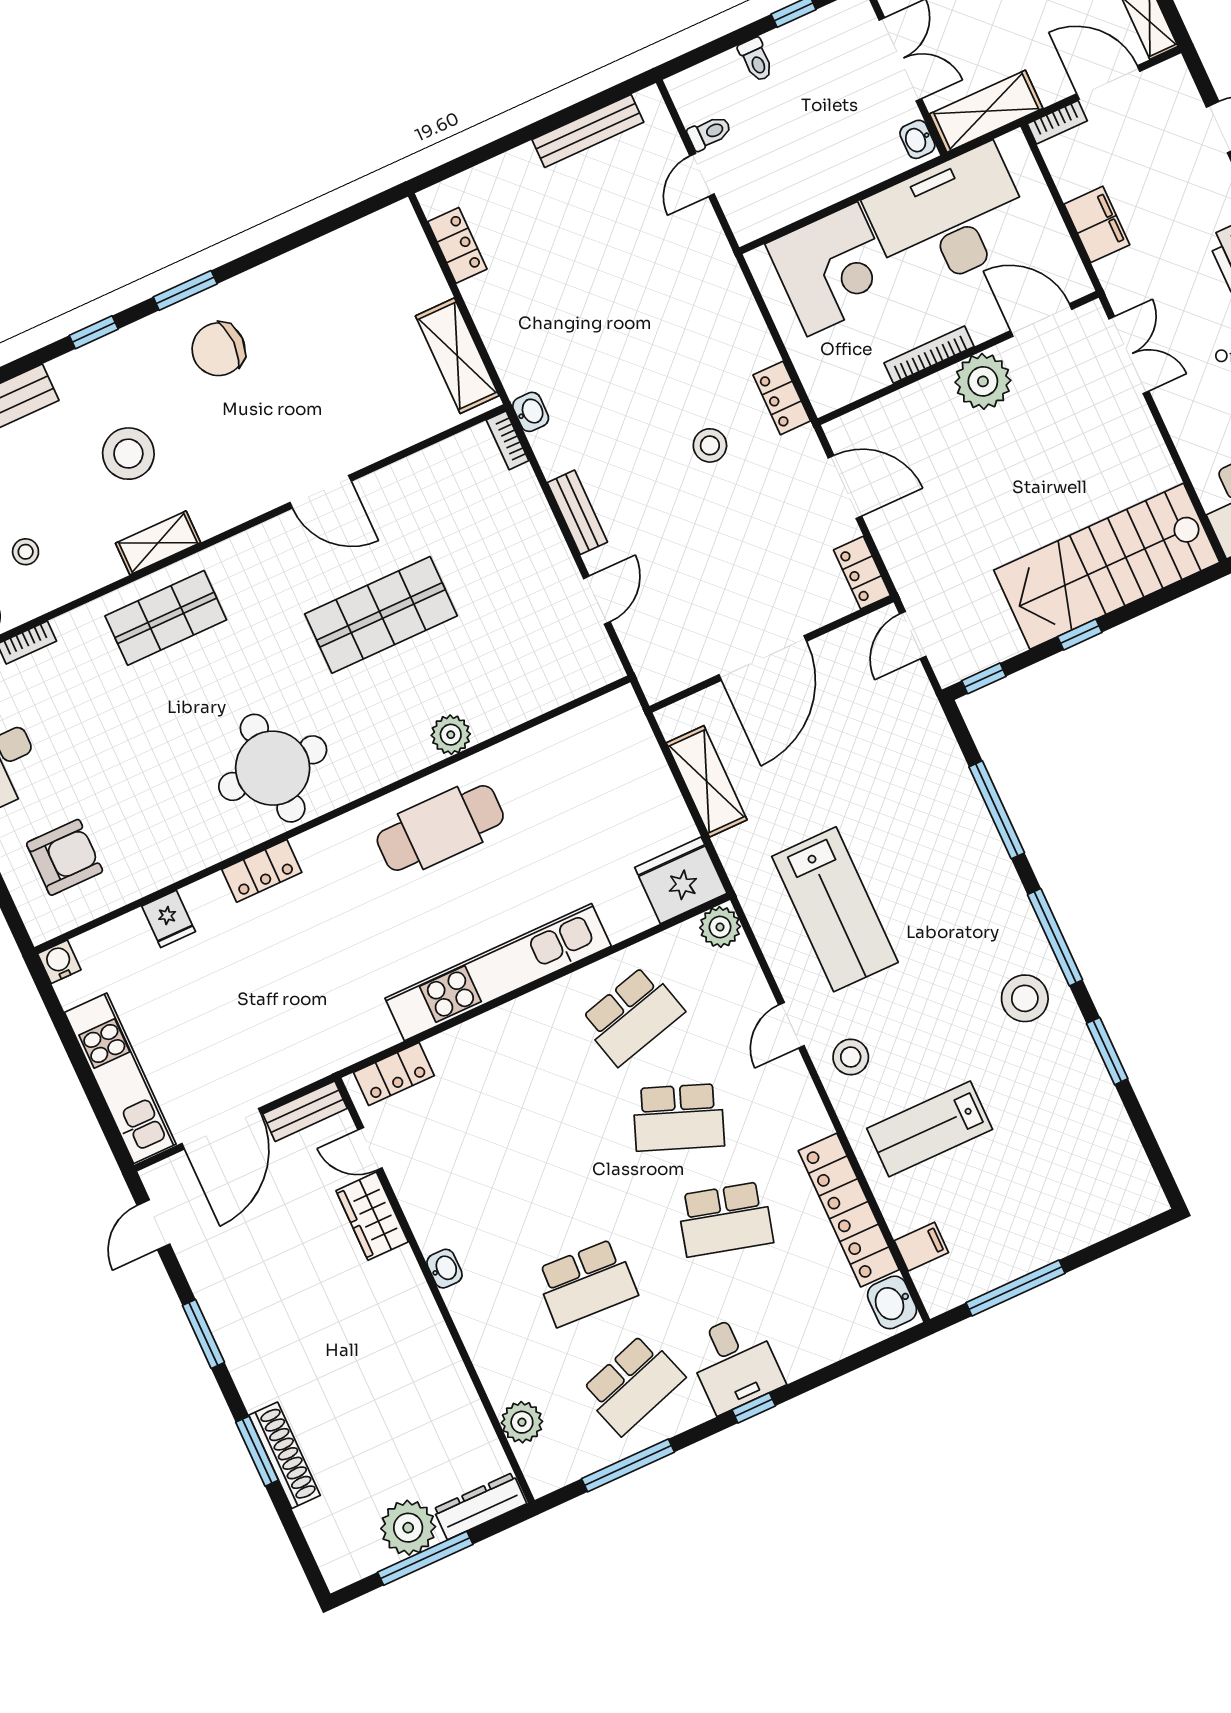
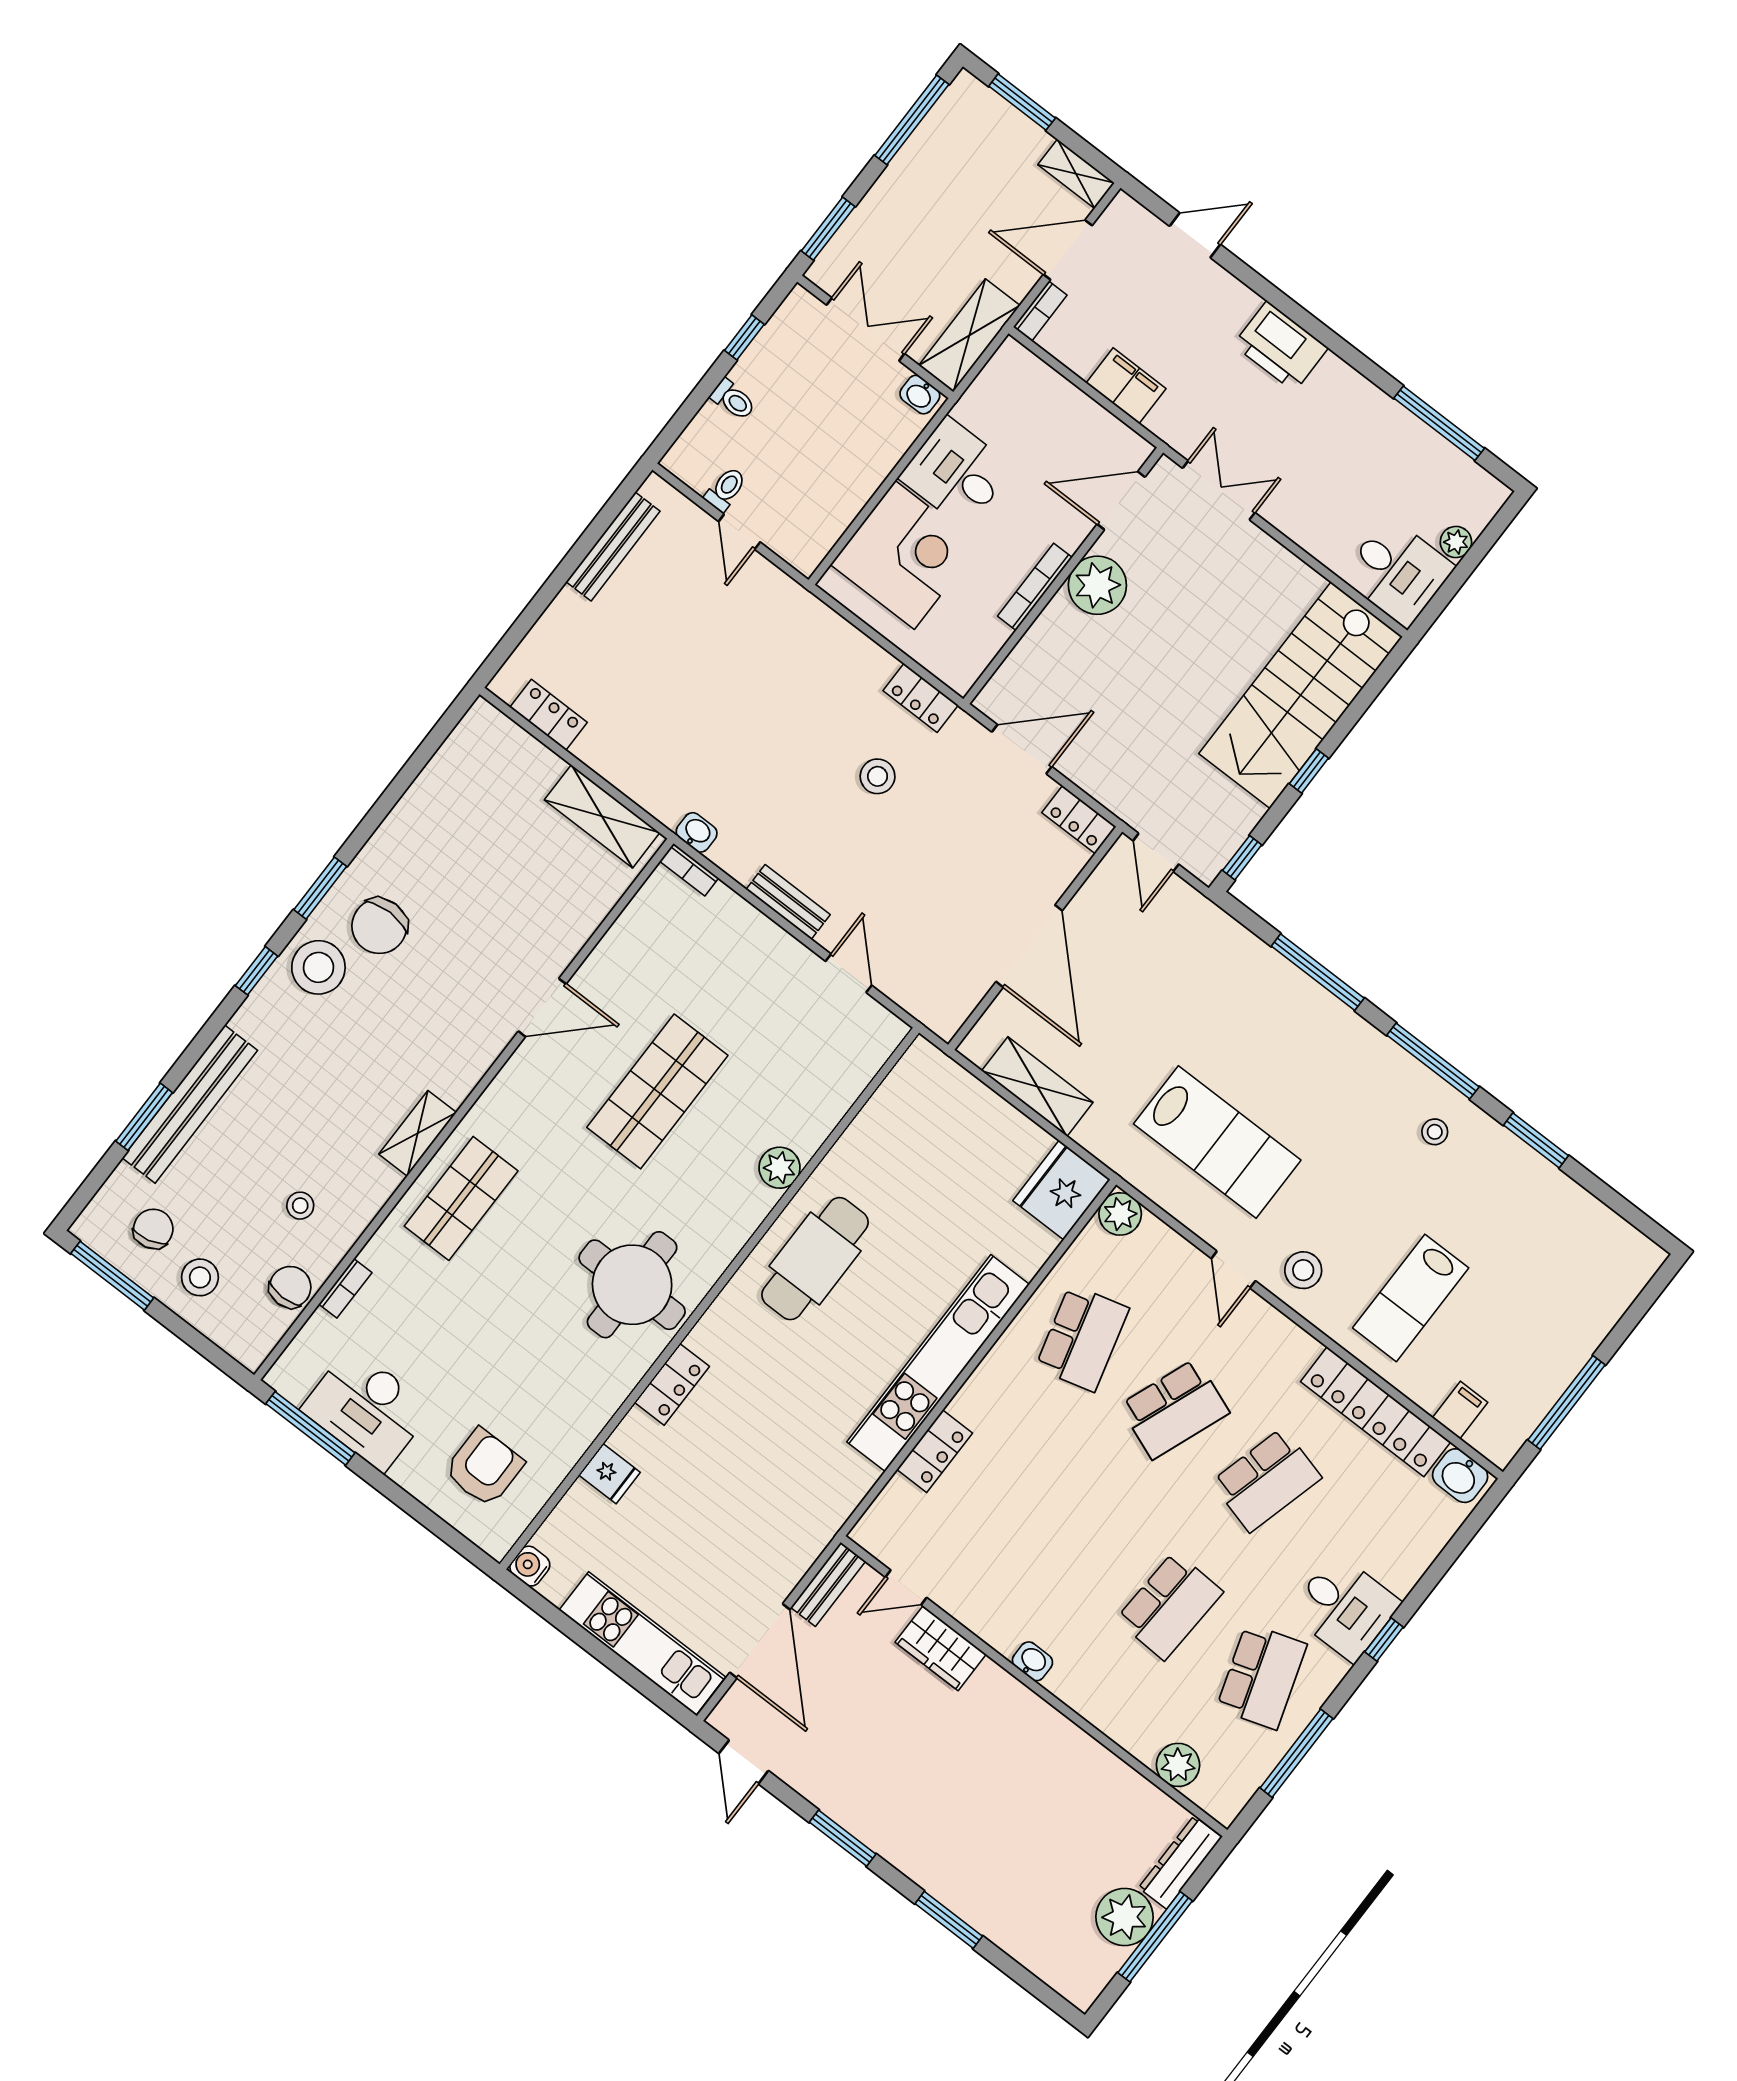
desk: (949, 219) -> (956, 473), width x0.53, depth x0.77
stool: (128, 454) -> (318, 967), moved
stool: (1025, 998) -> (1435, 1132), width x0.53, depth x0.53
locker: (394, 1074) -> (935, 1451), moved
shoe rack: (285, 1455) -> (976, 1910), removed

